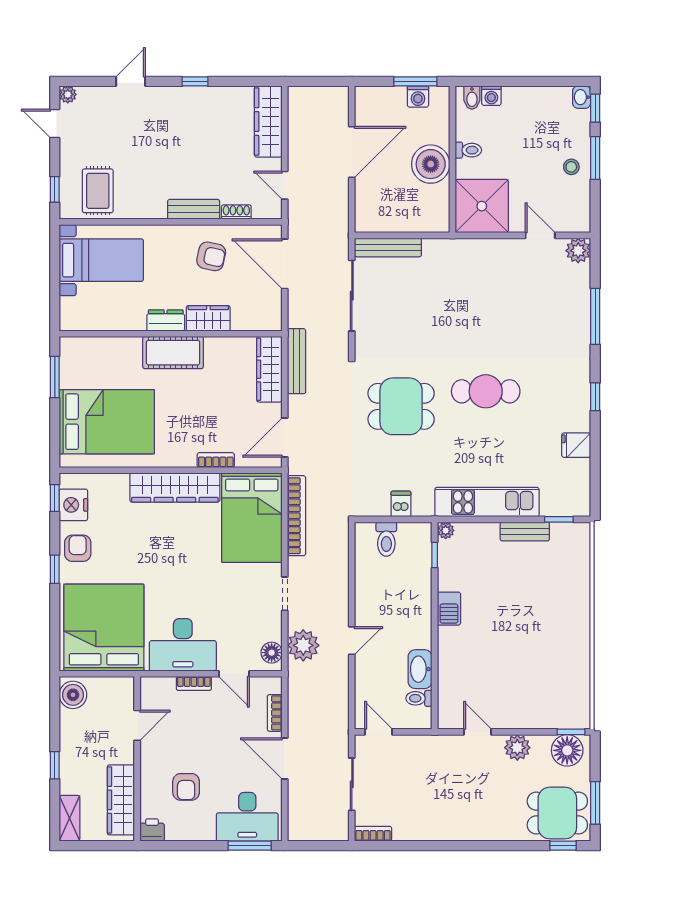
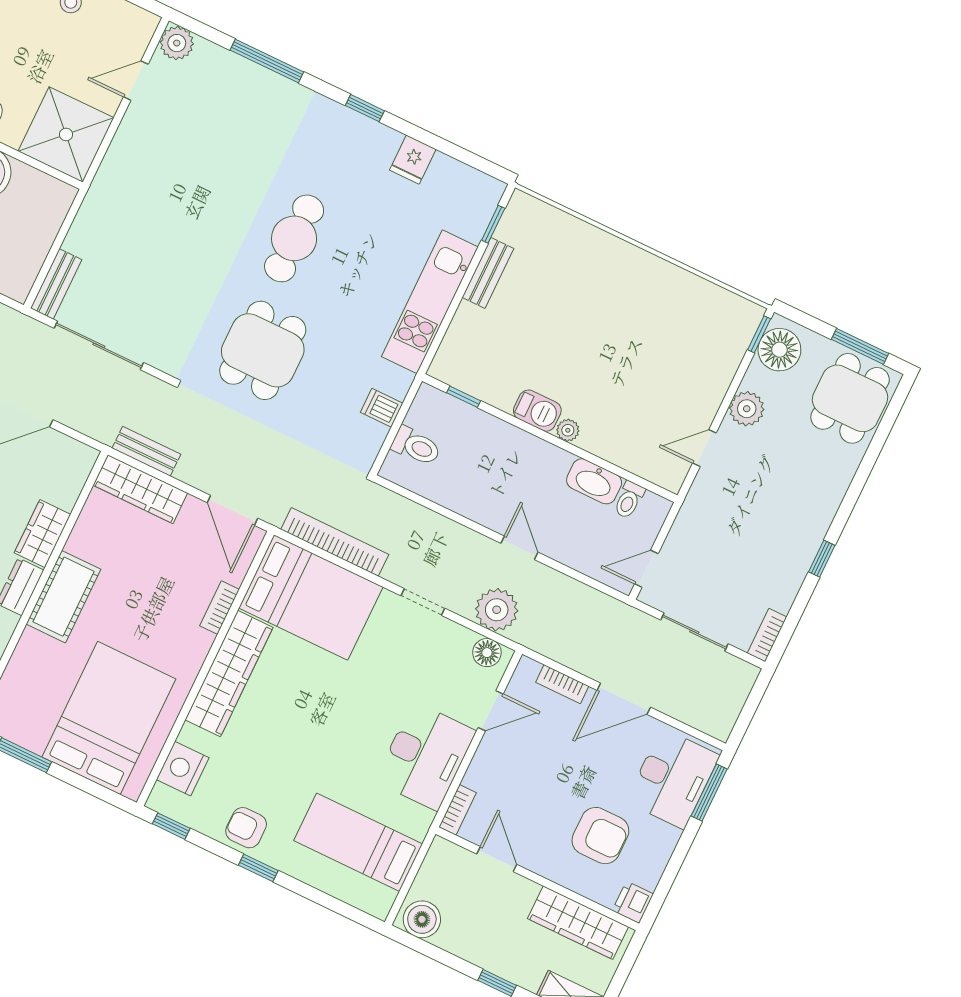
bench: (388, 247) -> (56, 284), width x0.73
bench: (297, 361) -> (146, 451), width x0.73
nightstand: (73, 505) -> (183, 769), moved, turned 90
plant: (446, 530) -> (568, 430), moved
bed: (104, 628) -> (358, 842), width x0.49
bookcase: (194, 683) -> (458, 810), moved
armchair: (186, 787) -> (600, 836), width x1.38, depth x1.38
window: (563, 846) -> (822, 559), moved

